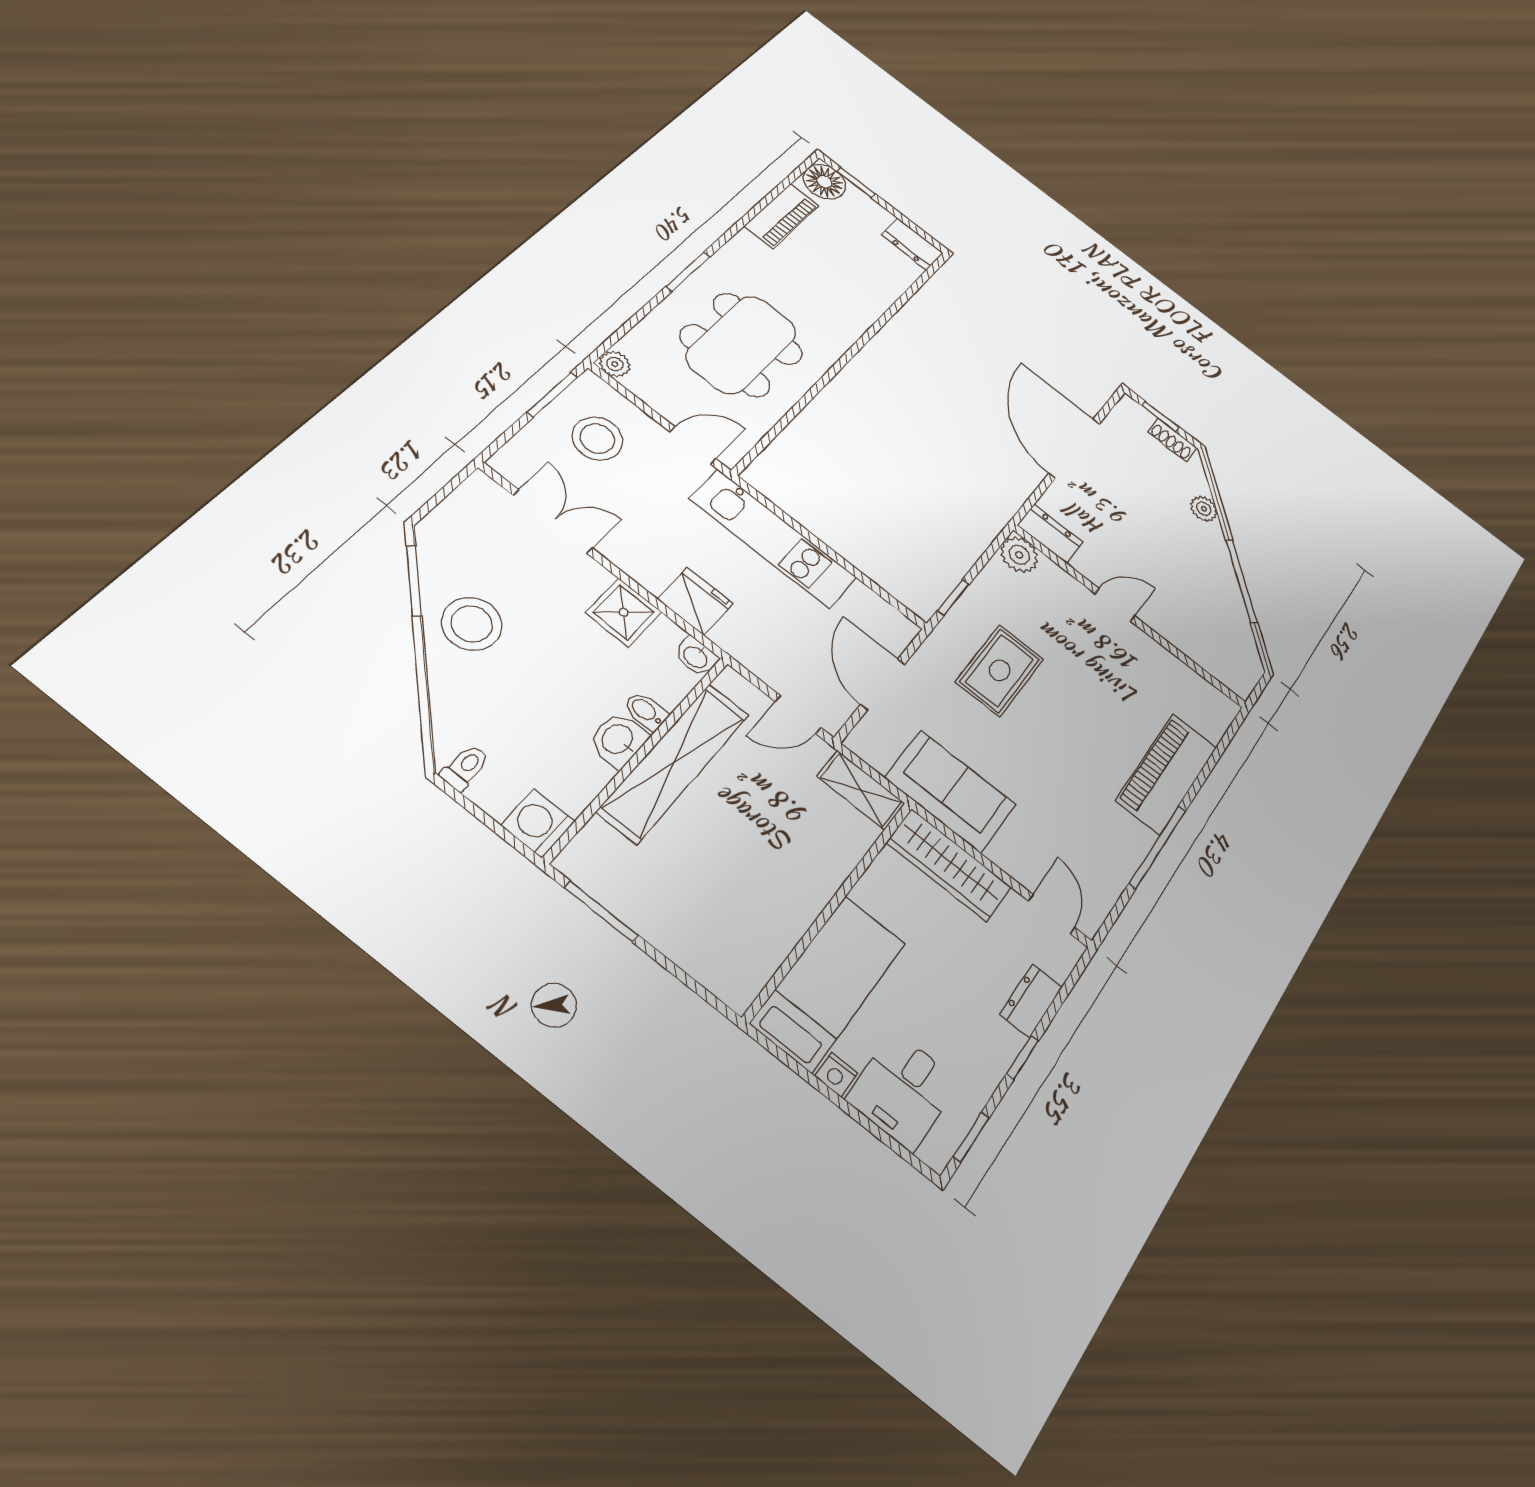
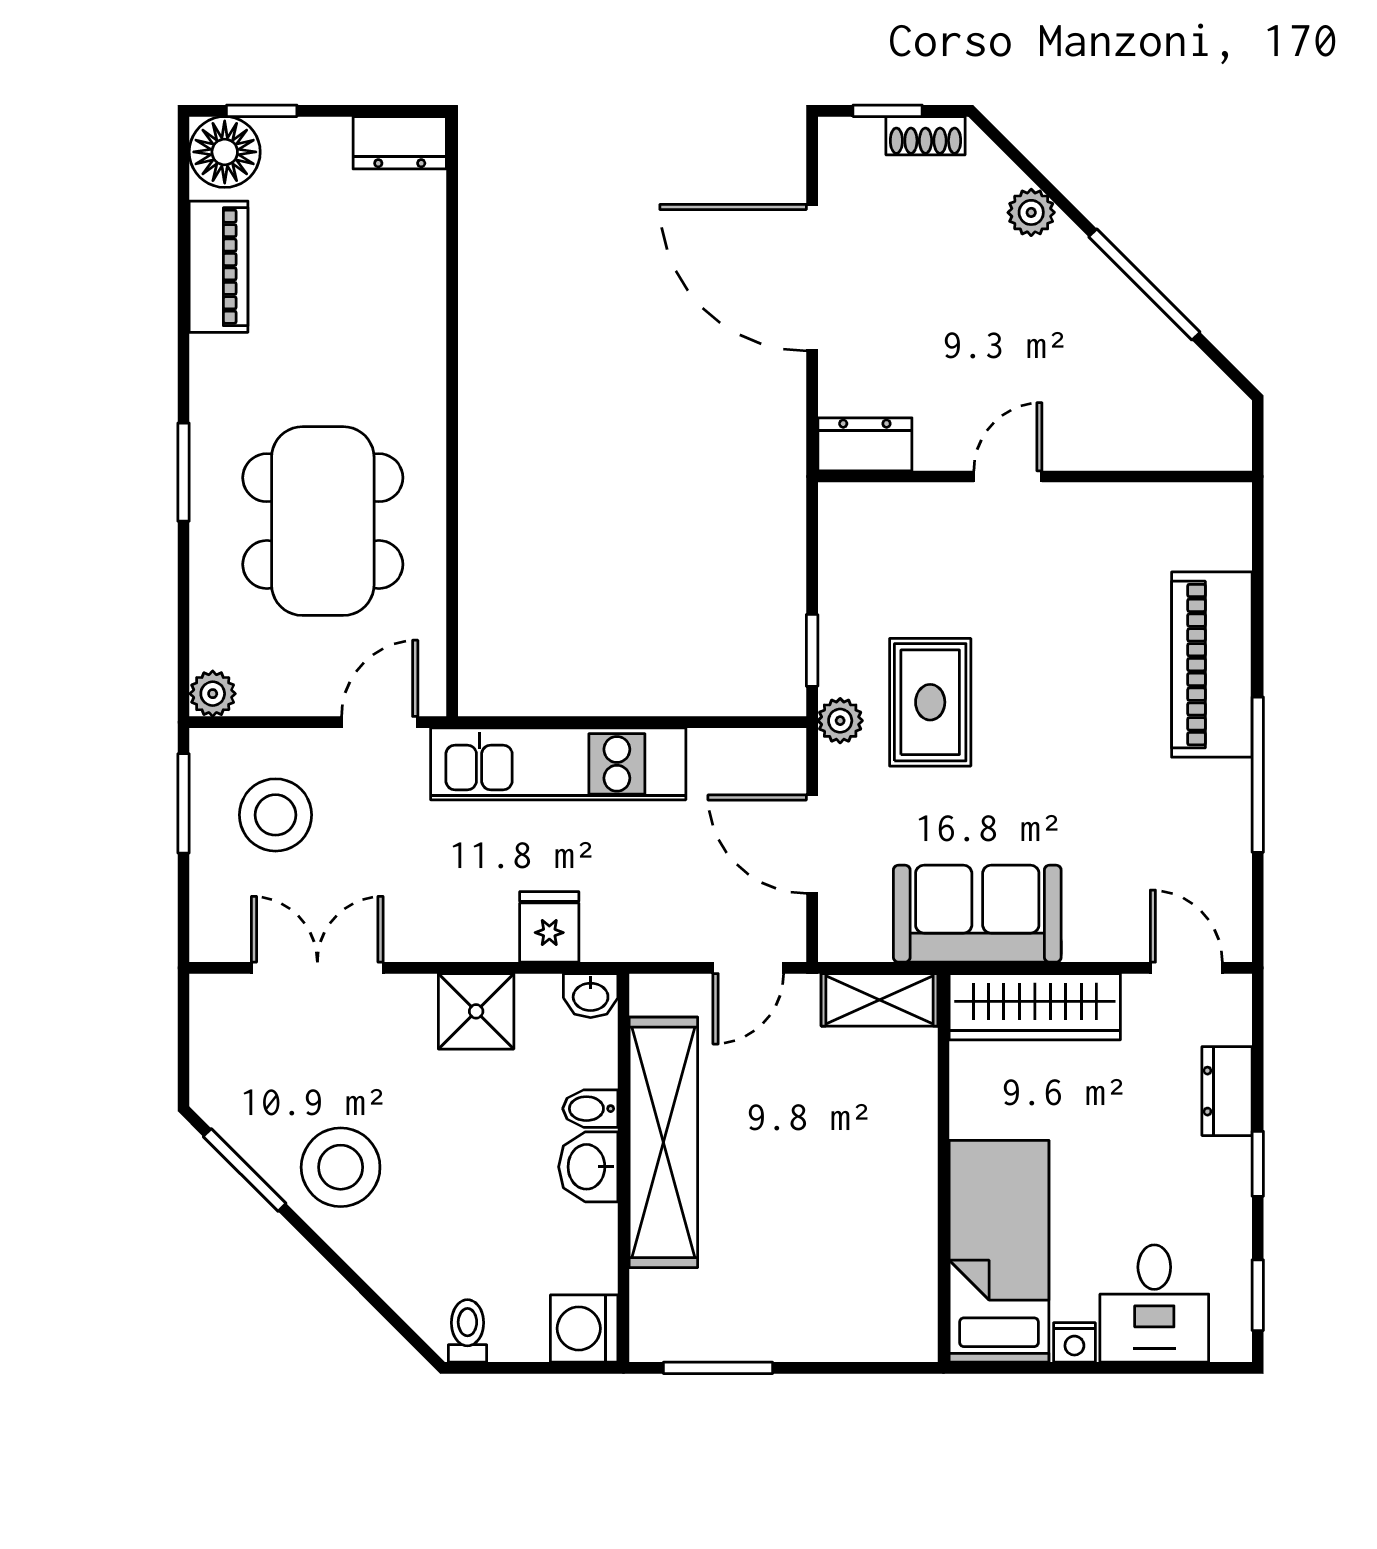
plant: (1019, 555) -> (840, 721), moved, width x0.73, depth x0.73
fridge: (695, 601) -> (549, 927), width x0.72

